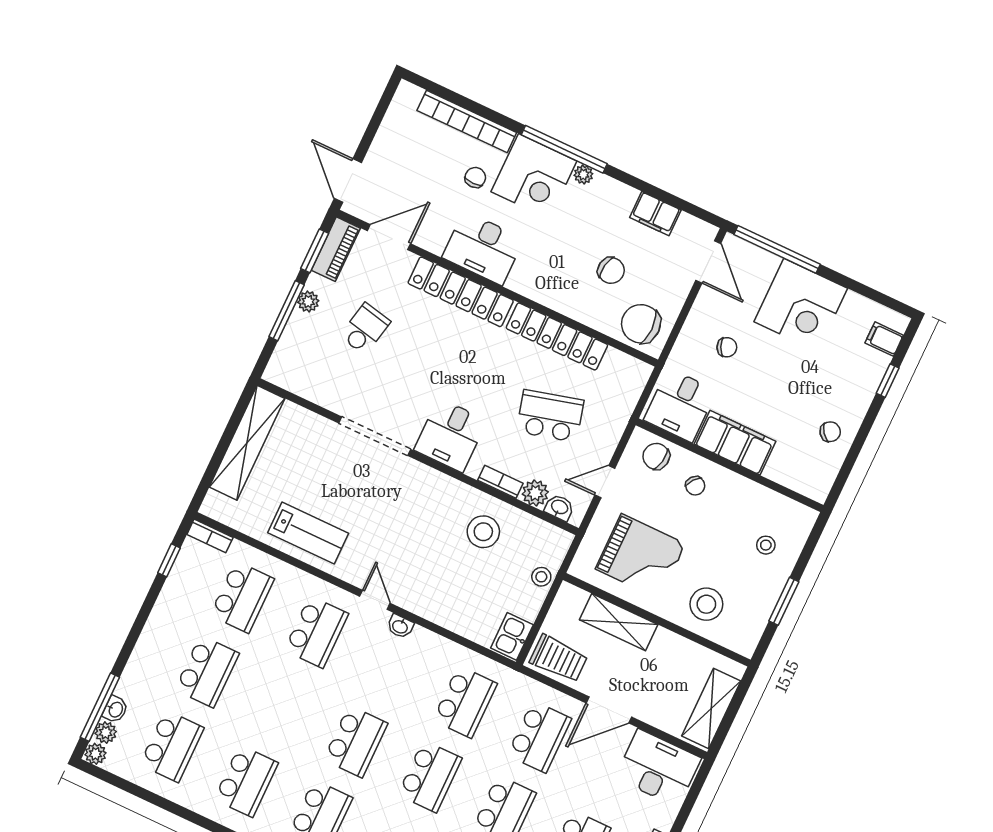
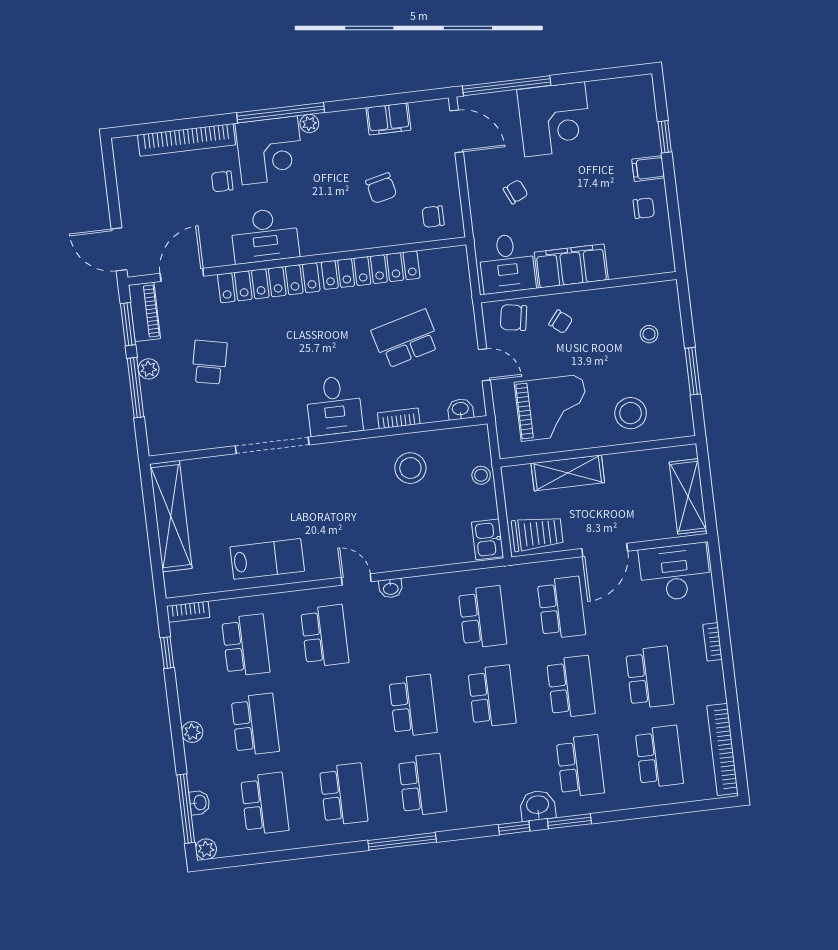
chair: (475, 177) -> (222, 181), turned -90
chair: (611, 270) -> (381, 188), turned 67
chair: (641, 324) -> (433, 217), width x0.54, depth x0.54
filing cabinet: (884, 339) -> (648, 169), moved
chair: (830, 432) -> (644, 208), turned 37
door: (605, 482) -> (484, 365), swing flipped
plant: (535, 493) -> (433, 410), removed
plant: (106, 732) -> (192, 732), moved

